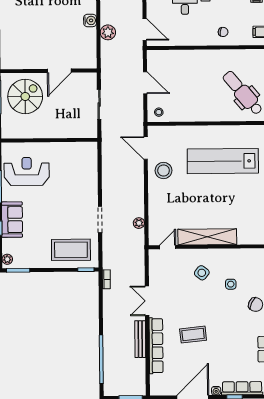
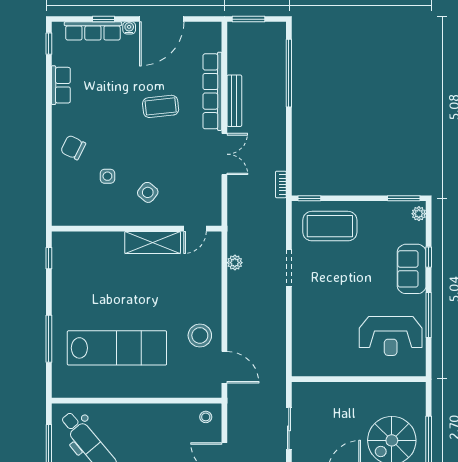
shelving: (207, 237) -> (153, 242), width x0.68

